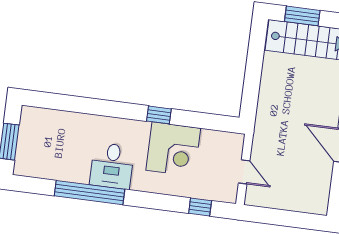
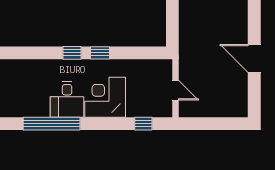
window: (125, 111) -> (72, 53), added
corner desk: (173, 149) -> (105, 97), moved, turned 180

